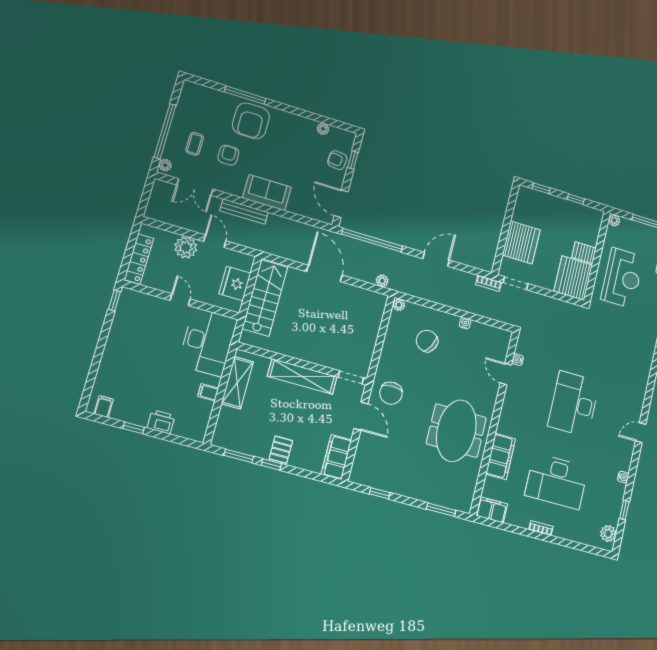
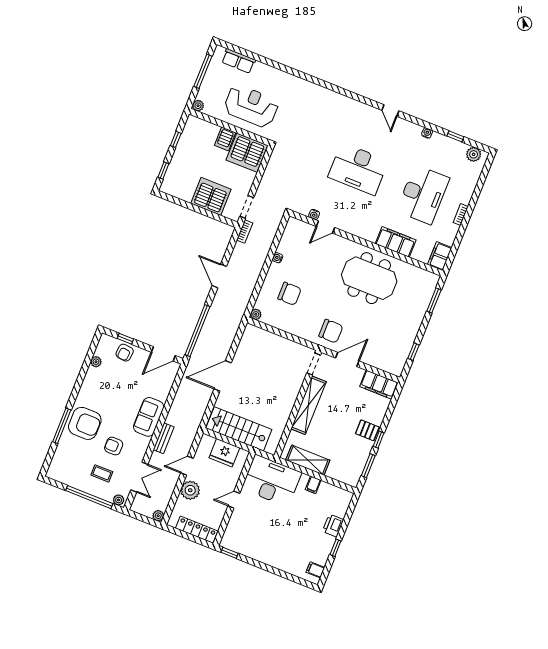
bench: (244, 212) -> (164, 438), width x0.73
plant: (382, 281) -> (158, 516), moved
chair: (427, 341) -> (289, 294), turned -118

